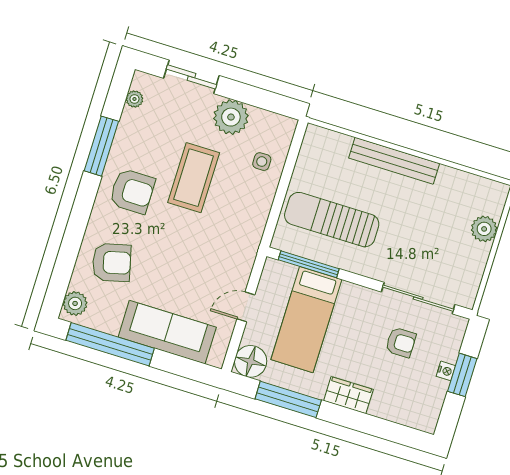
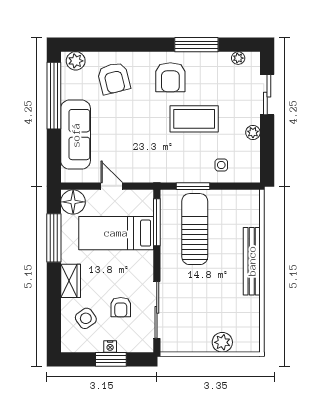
plant: (231, 117) -> (253, 132), width x0.53, depth x0.53
window: (277, 205) -> (193, 186), added
side table: (401, 390) -> (86, 318), added

